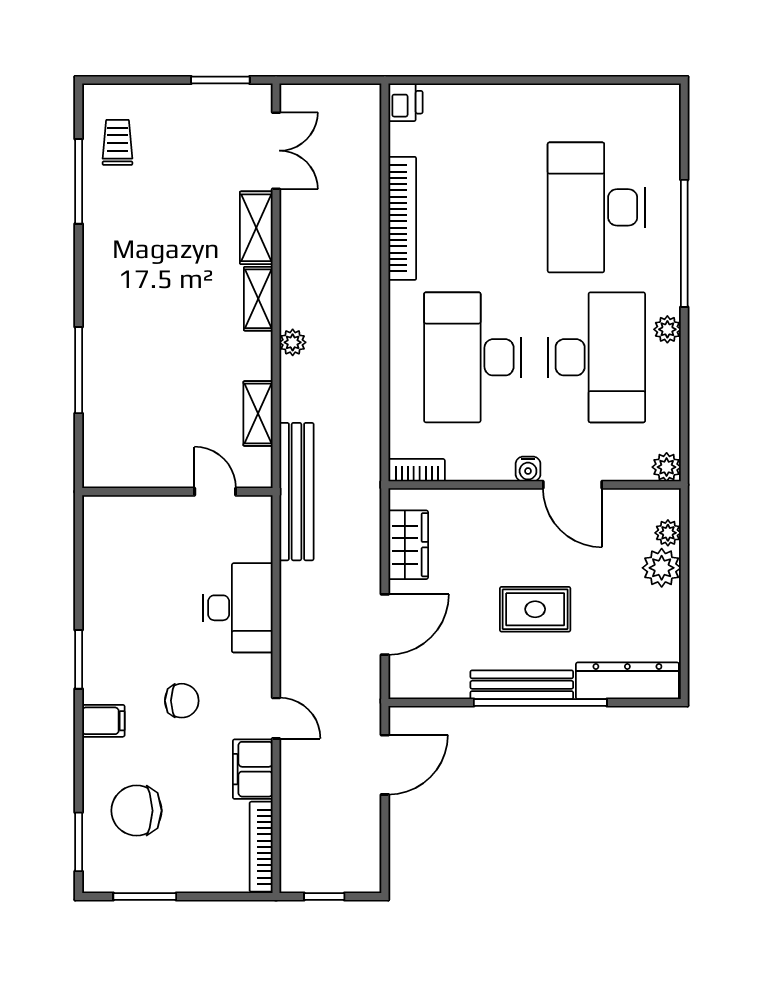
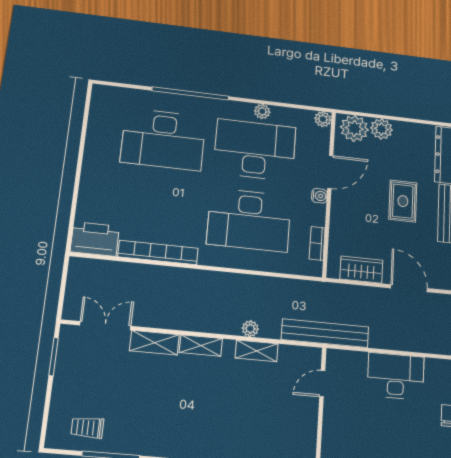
printer: (405, 102) -> (95, 239), width x1.87, depth x1.48
plant: (667, 329) -> (262, 111), moved
plant: (293, 342) -> (250, 329), moved
shelving: (258, 414) -> (257, 351), moved
bookcase: (417, 470) -> (317, 243), moved
plant: (668, 533) -> (354, 128), width x1.88, depth x1.88

